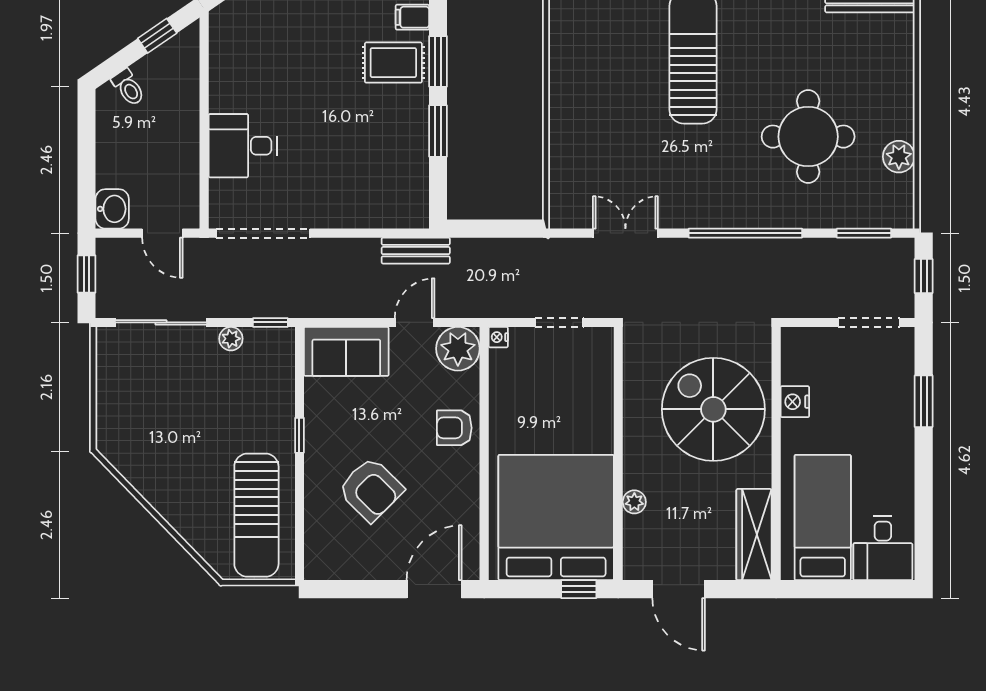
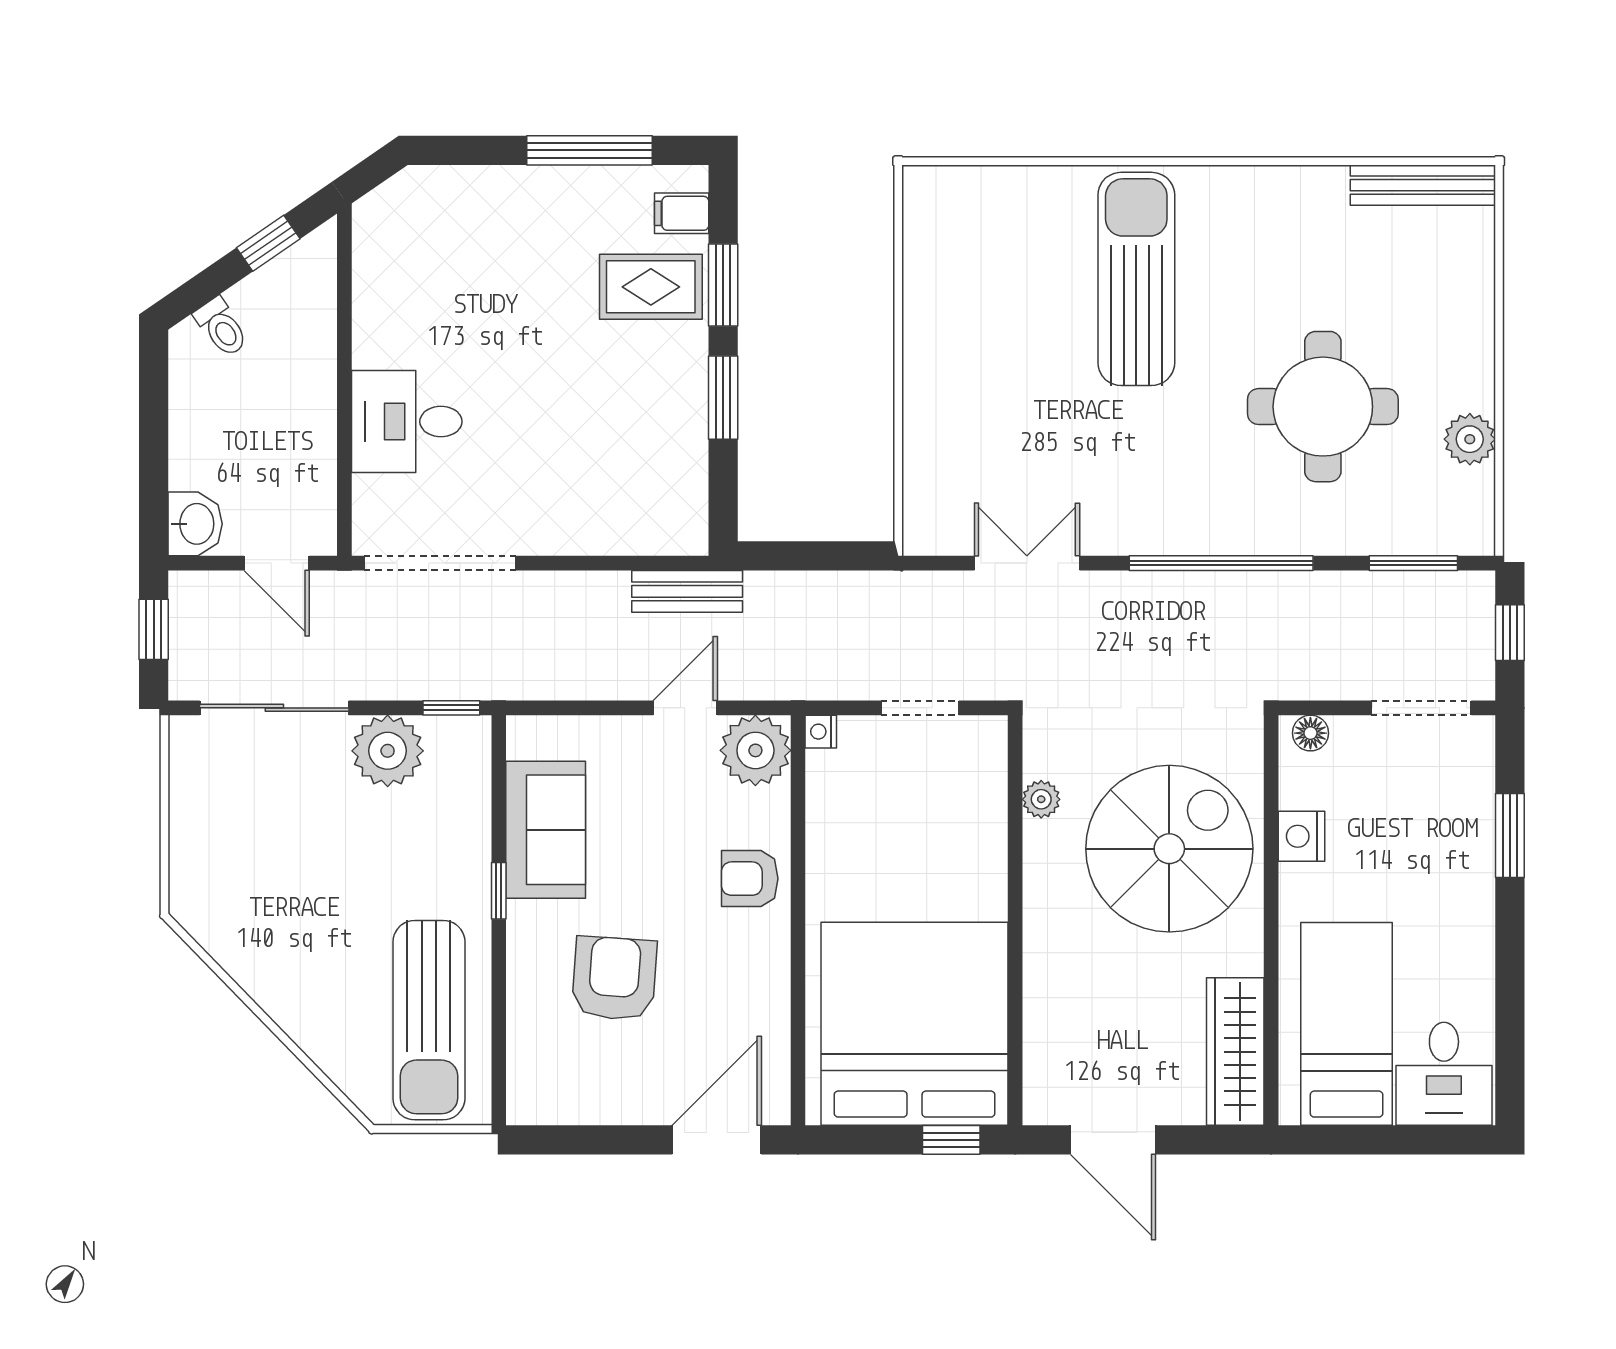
floor lamp: (800, 338) -> (1310, 733), added
plant: (231, 339) -> (388, 751), width x1.88, depth x1.88
sofa: (346, 351) -> (546, 830), moved, turned -90
spiral stairs: (713, 409) -> (1169, 849), turned 90
armchair: (371, 489) -> (614, 978), turned -131
plant: (634, 502) -> (1041, 799), moved

